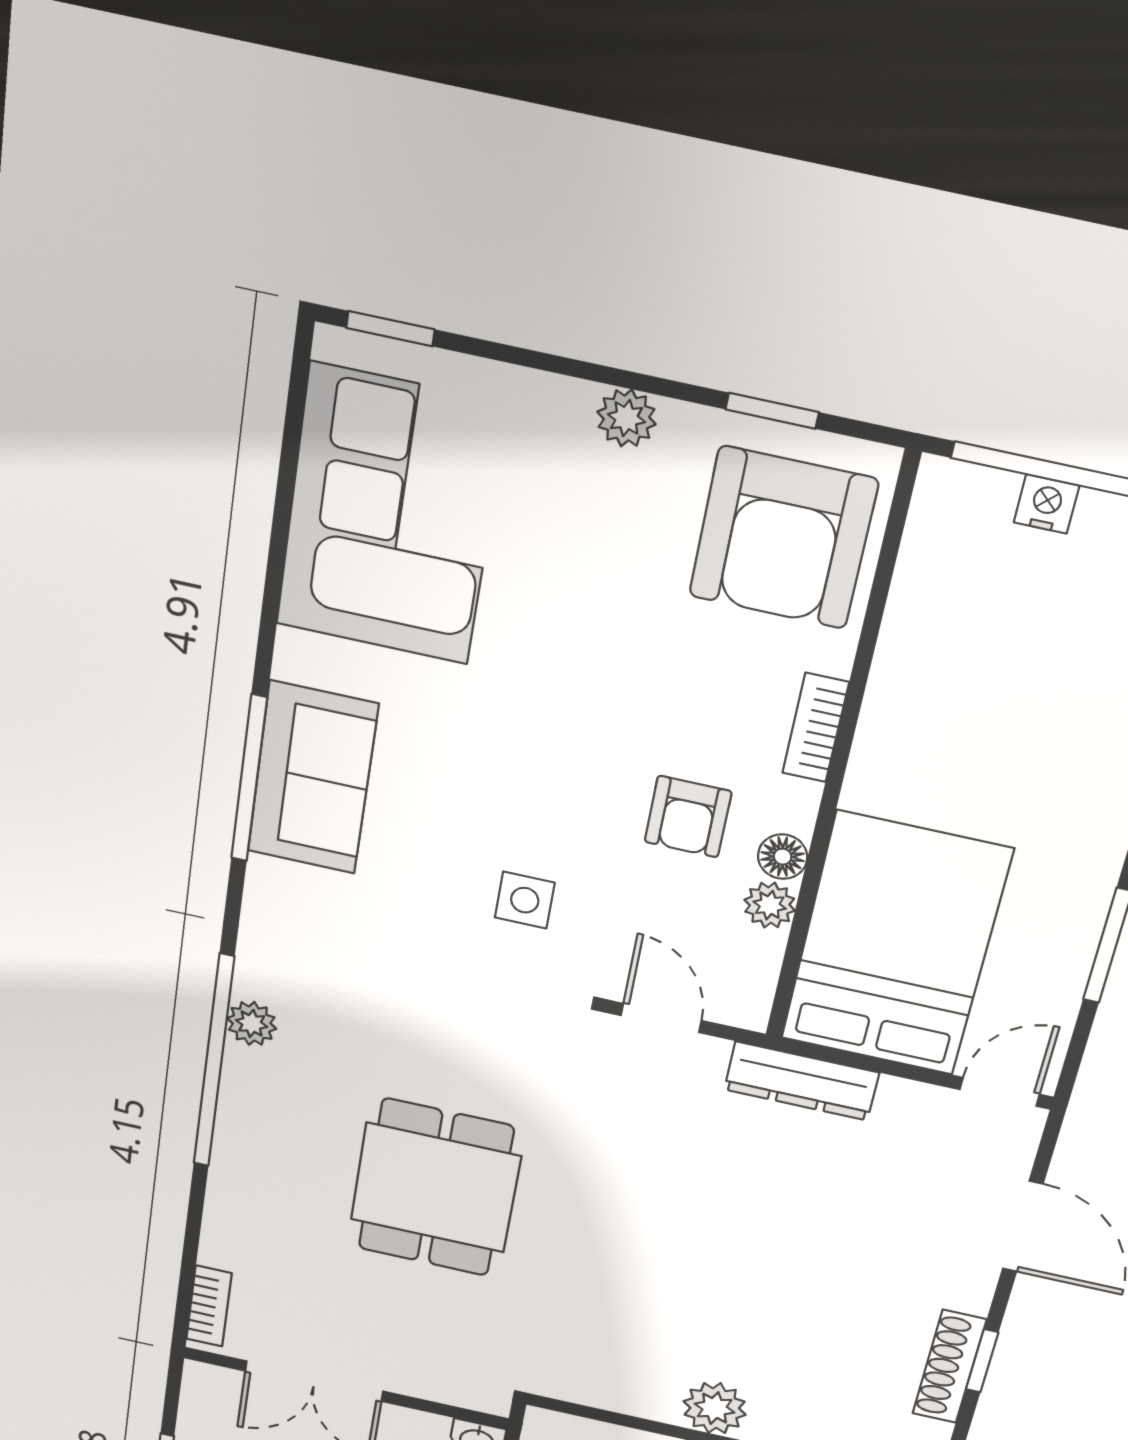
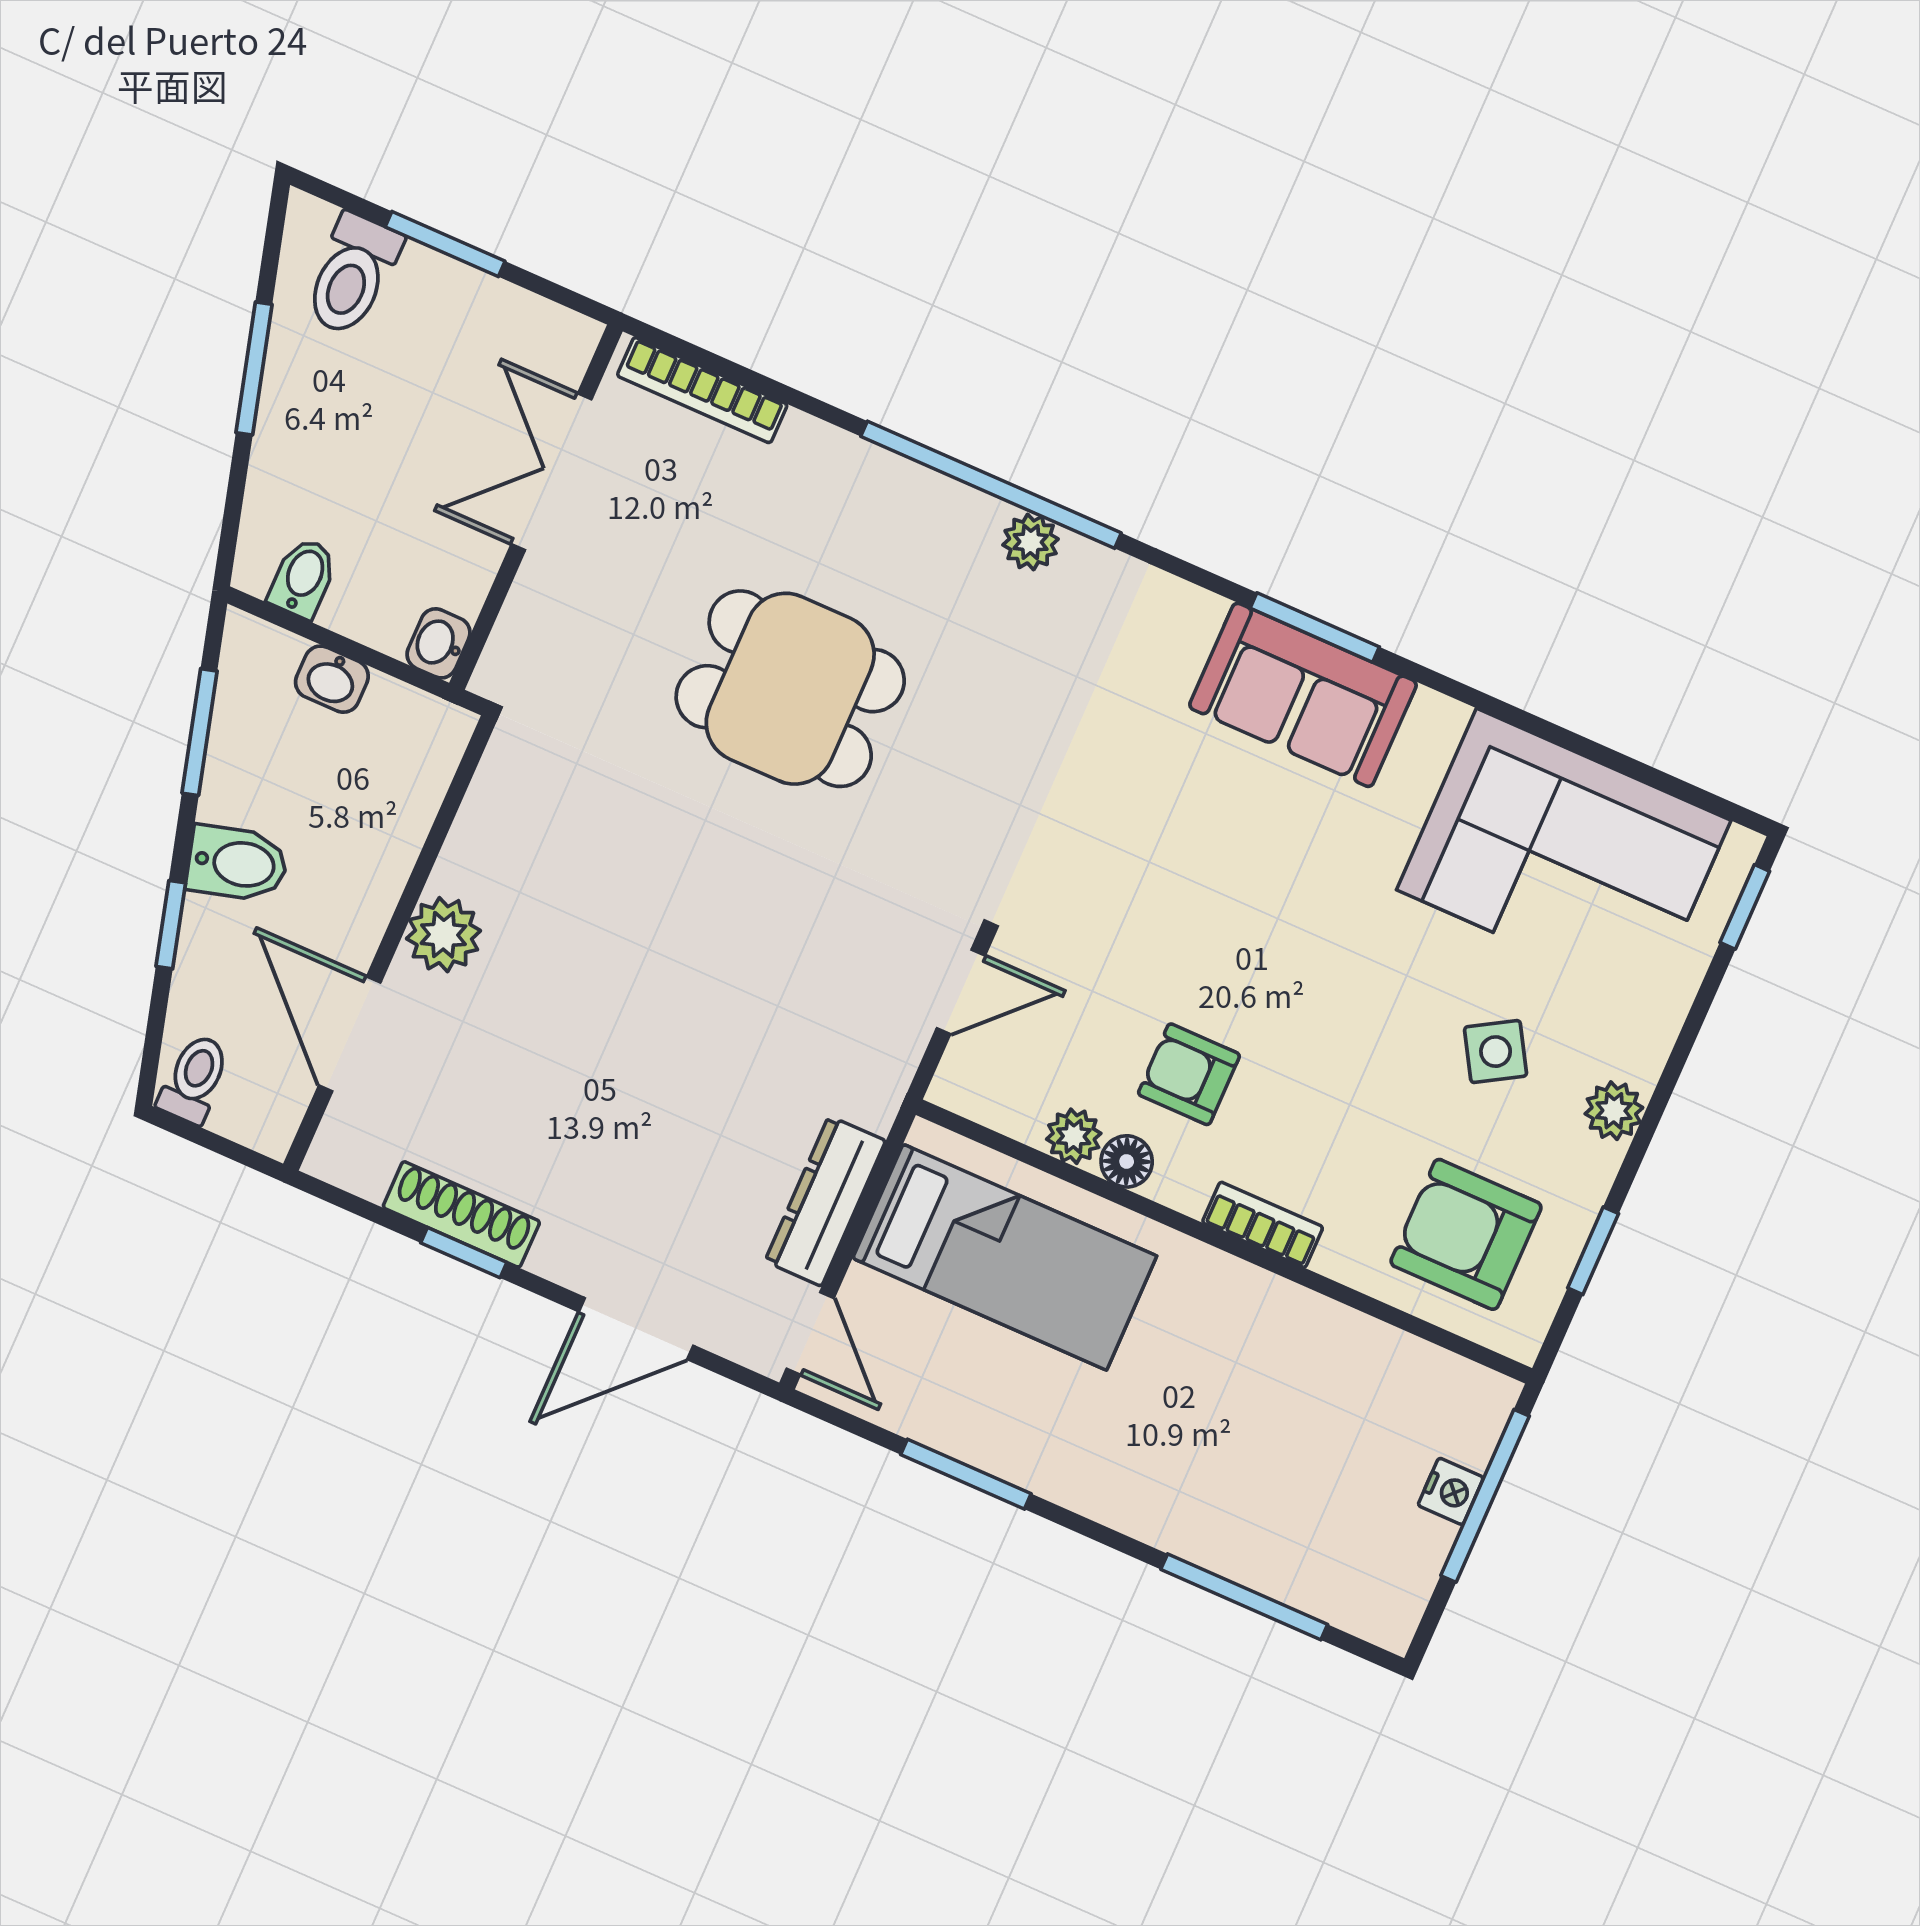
armchair: (783, 538) -> (1466, 1234), width x0.73, depth x0.73
window: (249, 779) -> (1315, 628), width x0.69
side table: (525, 900) -> (1496, 1052), moved, turned -31
bed: (895, 945) -> (1005, 1257), width x0.67
dresser: (801, 1081) -> (825, 1201), moved
bookcase: (209, 1306) -> (702, 390), width x1.56

